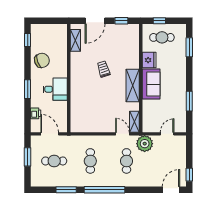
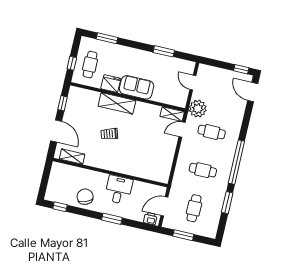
shelving: (133, 85) -> (117, 103), moved
printer: (36, 113) -> (150, 219), moved

